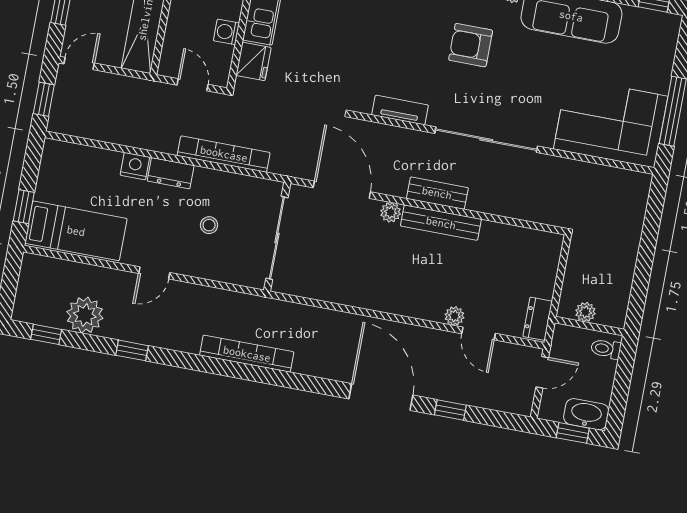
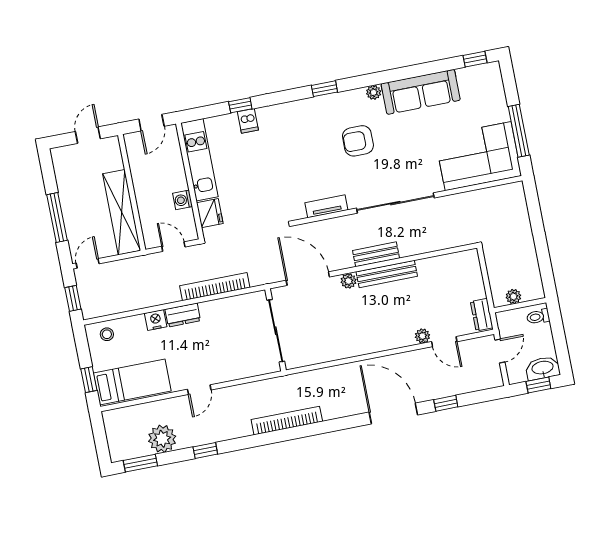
stool: (209, 225) -> (107, 334), moved
window: (46, 334) -> (140, 463), width x1.50

